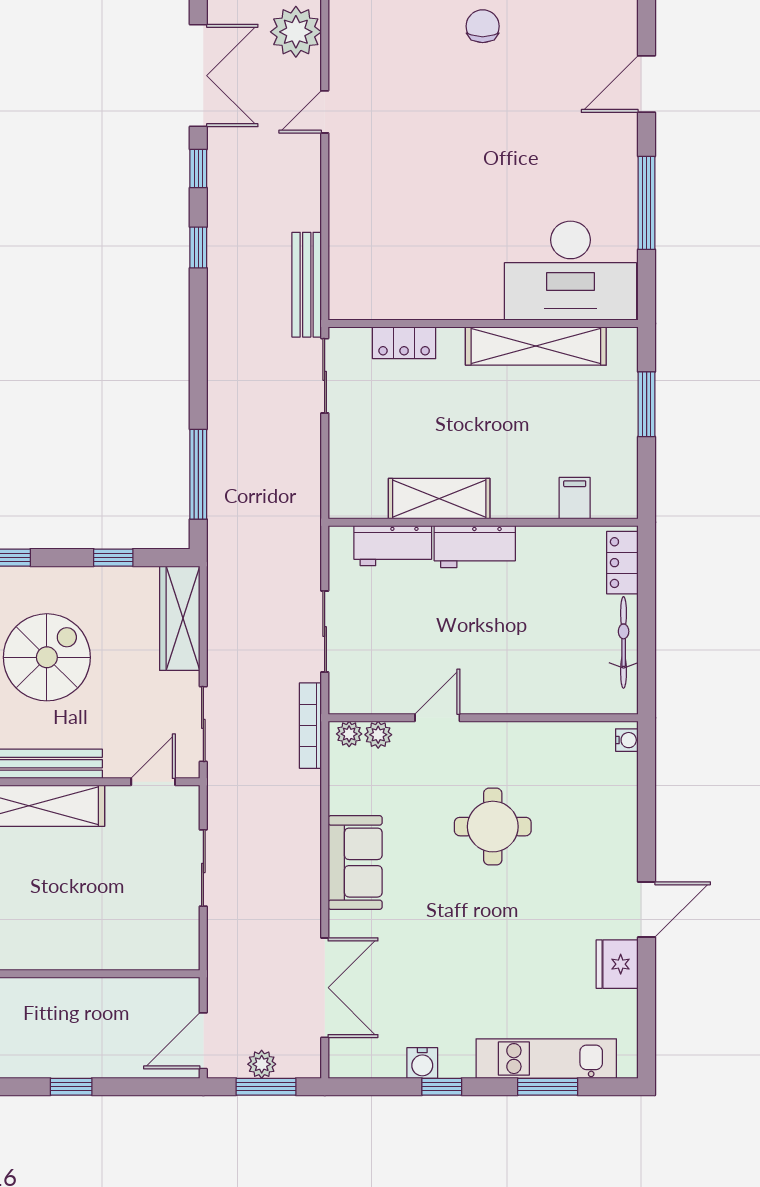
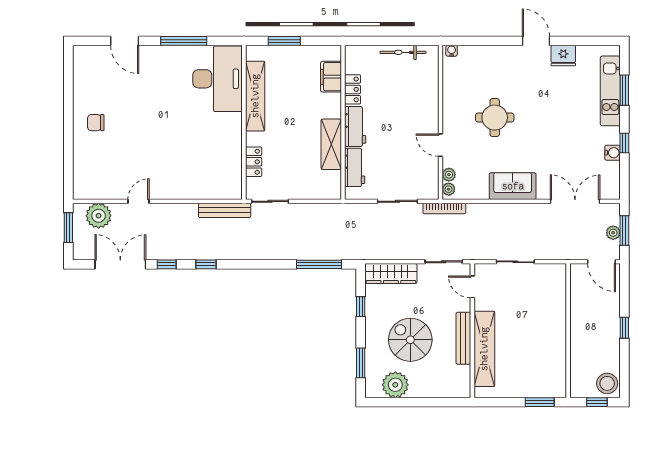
door: (325, 112) -> (138, 201), swing flipped
filing cabinet: (575, 498) -> (331, 77), width x2.00
locker: (622, 563) -> (353, 89), moved, turned -90

